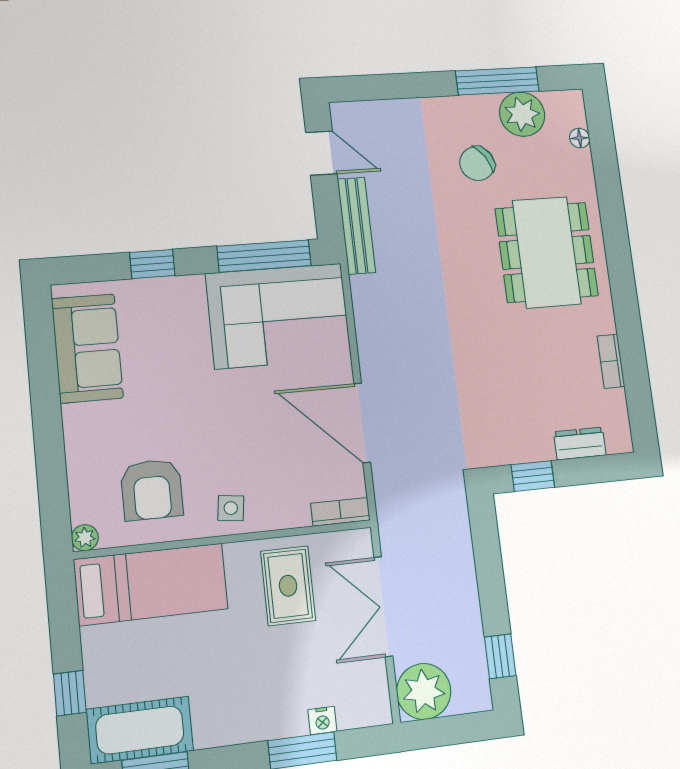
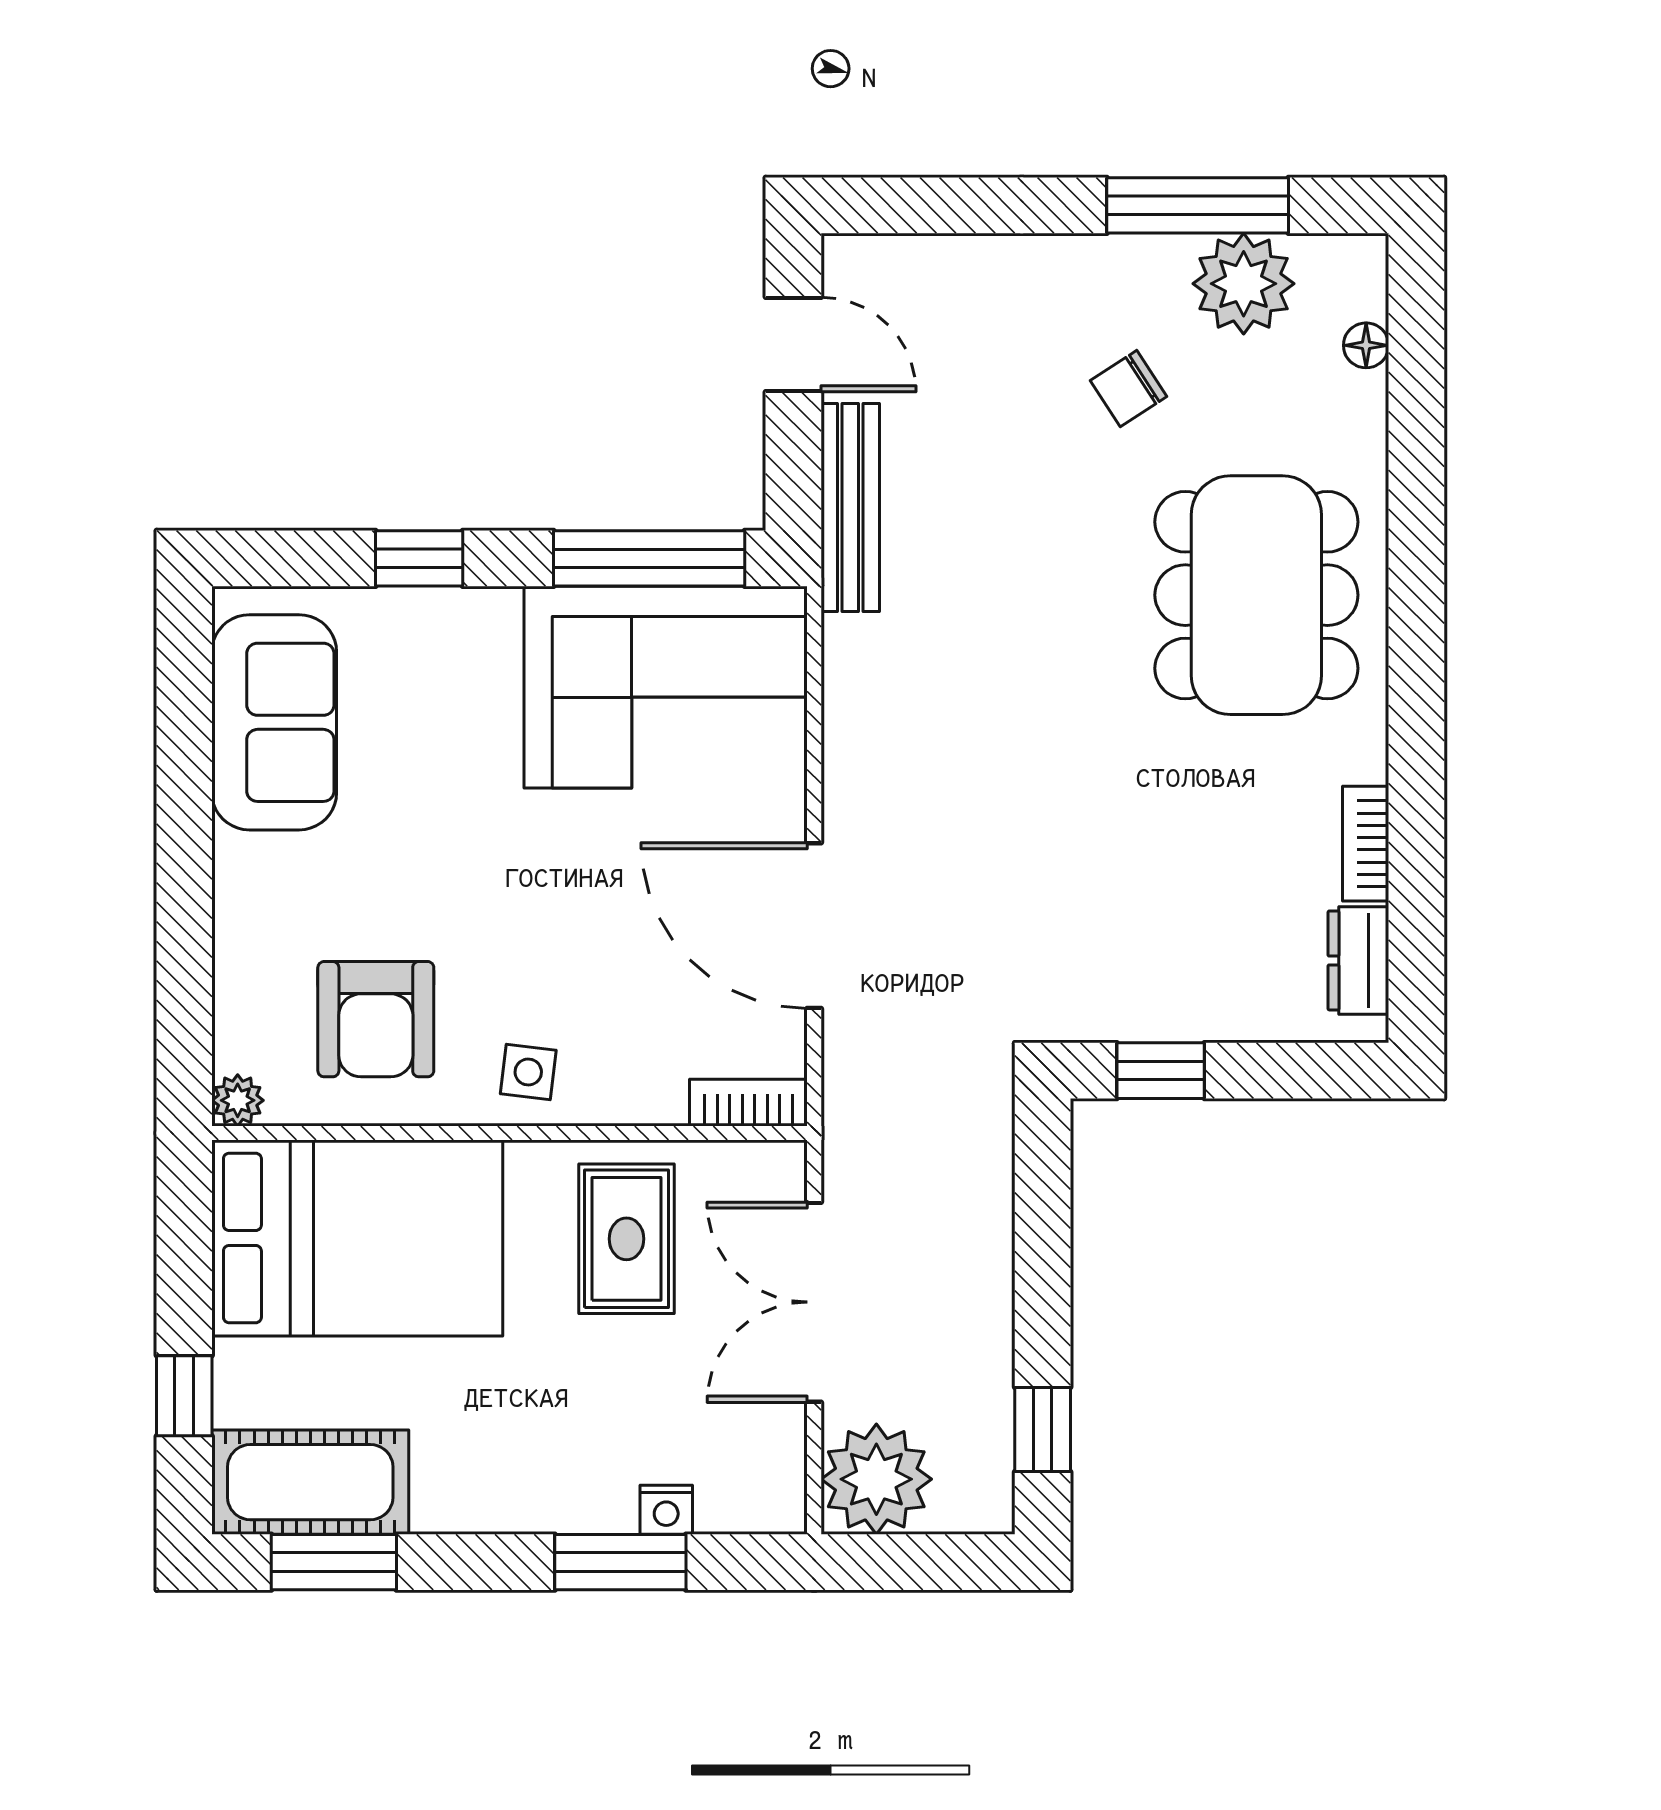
chair: (477, 164) -> (1129, 389), width x0.73, depth x0.73
dresser: (580, 443) -> (1358, 960), moved, turned -90
bed: (151, 584) -> (357, 1238), width x1.50

